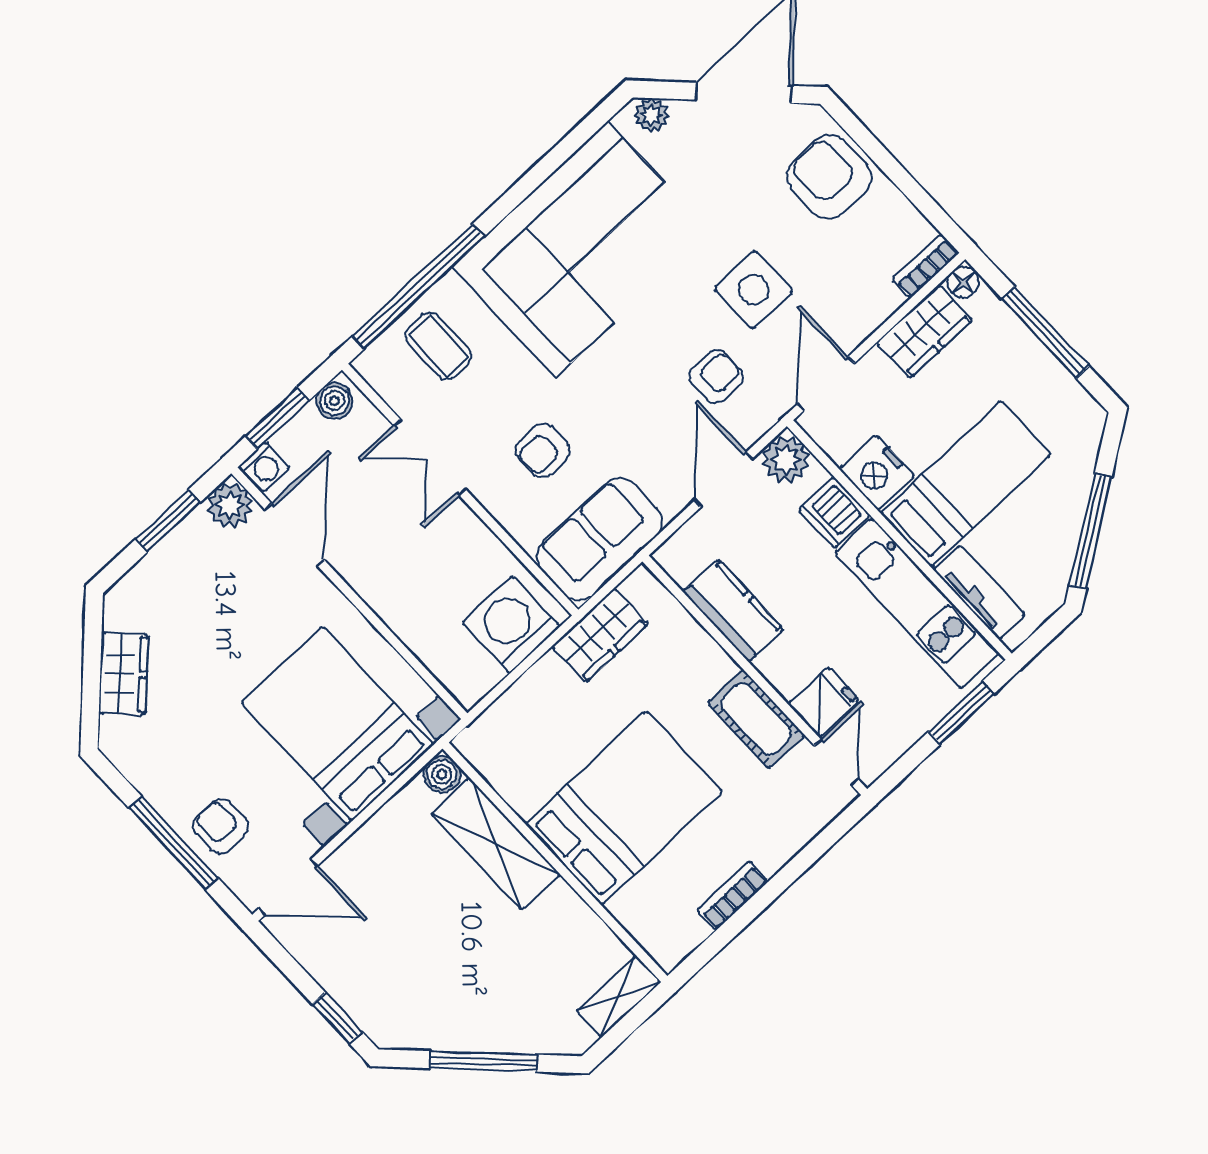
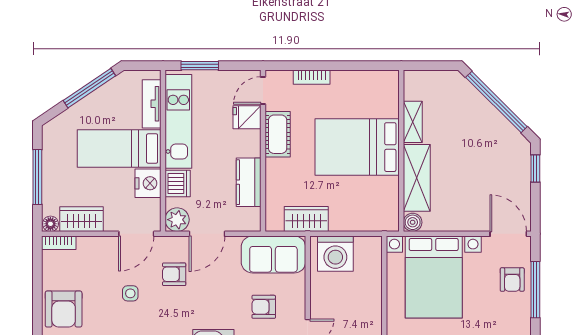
side table: (754, 290) -> (130, 293), width x0.54, depth x0.54
armchair: (543, 451) -> (264, 307), turned 180
bookcase: (732, 896) -> (312, 77), moved
shelving: (619, 997) -> (413, 122), moved, turned 90
window: (483, 1061) -> (496, 102), width x1.46

